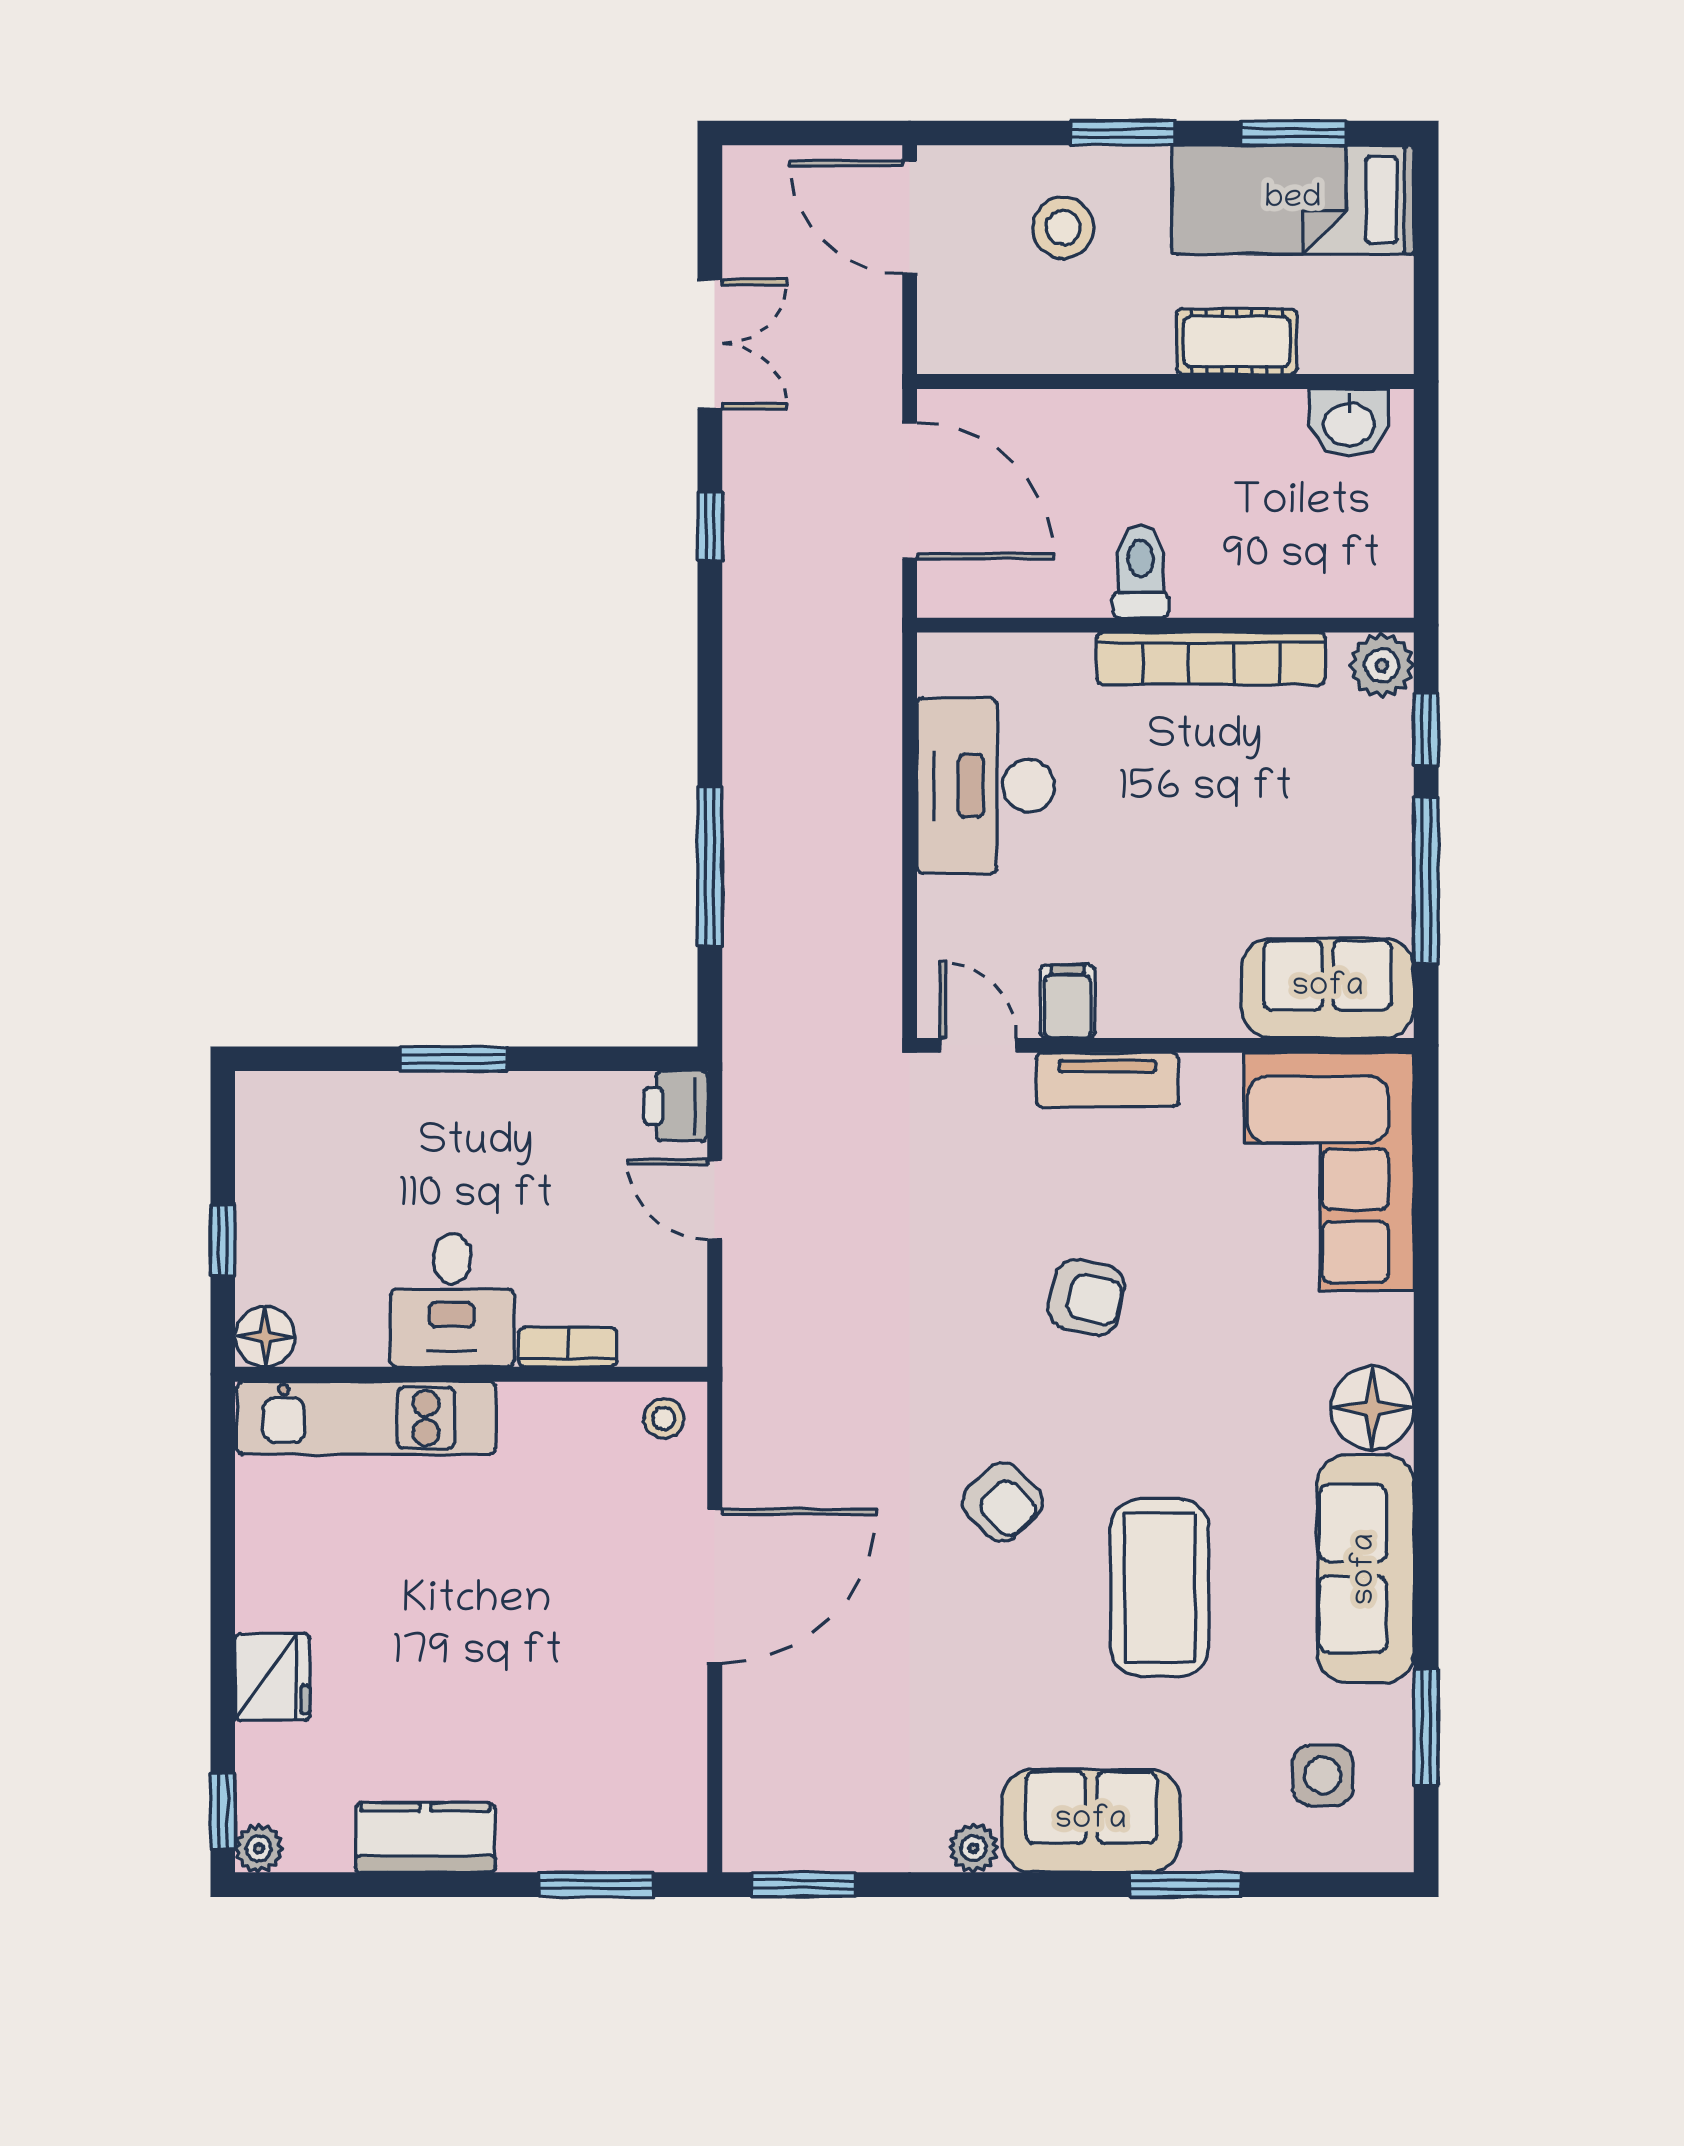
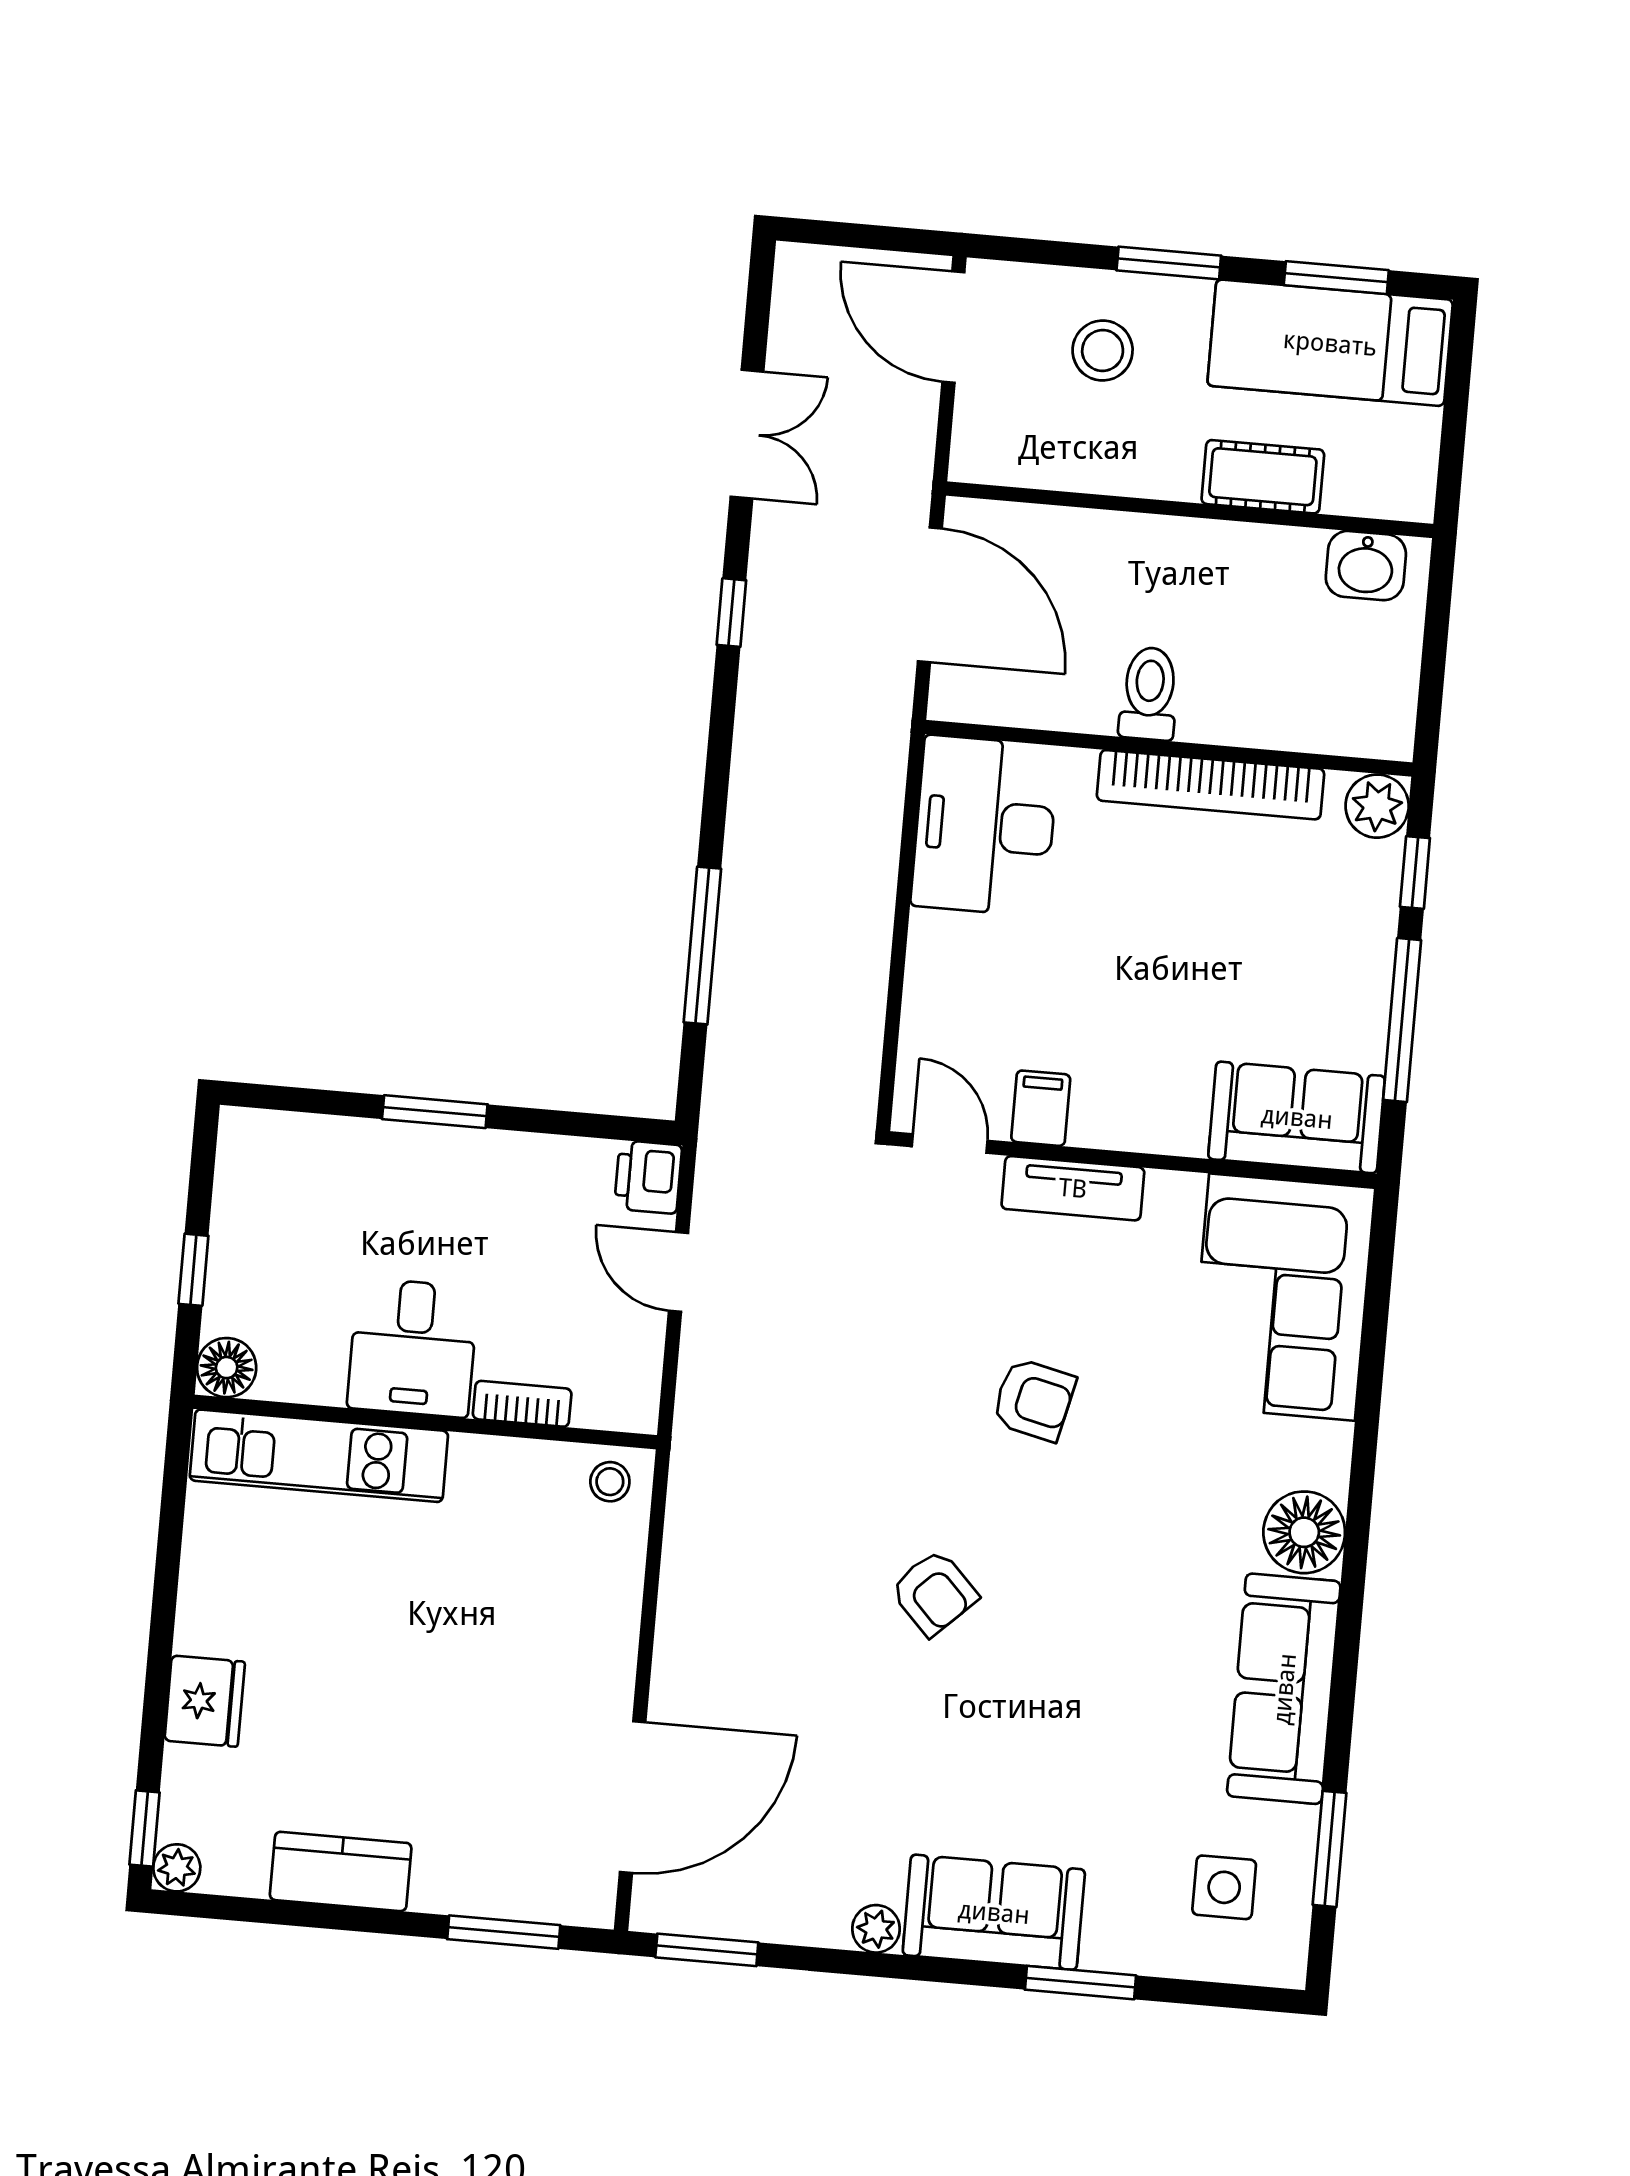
desk: (986, 786) -> (985, 826), moved
door: (715, 1586) -> (633, 1797), moved
coffee table: (1160, 1588) -> (1081, 1690), removed

